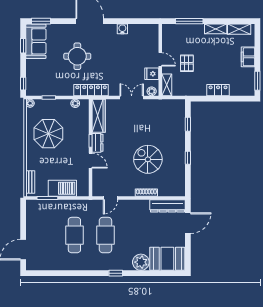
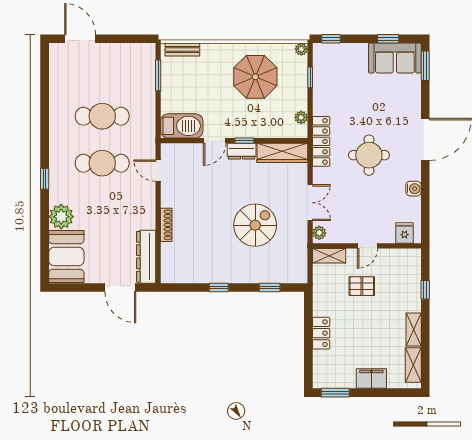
window: (189, 21) -> (425, 290), width x0.46
round table: (77, 56) -> (369, 155), moved
fridge: (152, 74) -> (404, 233), moved
spiral stairs: (148, 159) -> (255, 225), moved
barbecue: (62, 188) -> (182, 126), moved, turned -90

